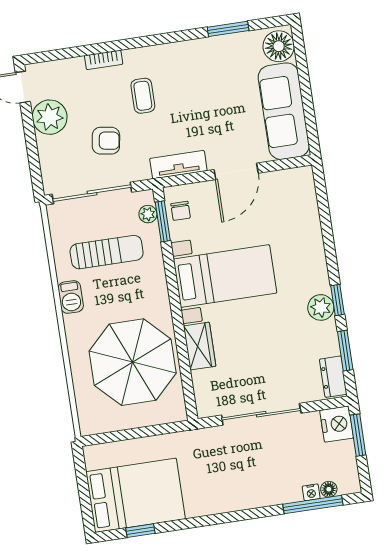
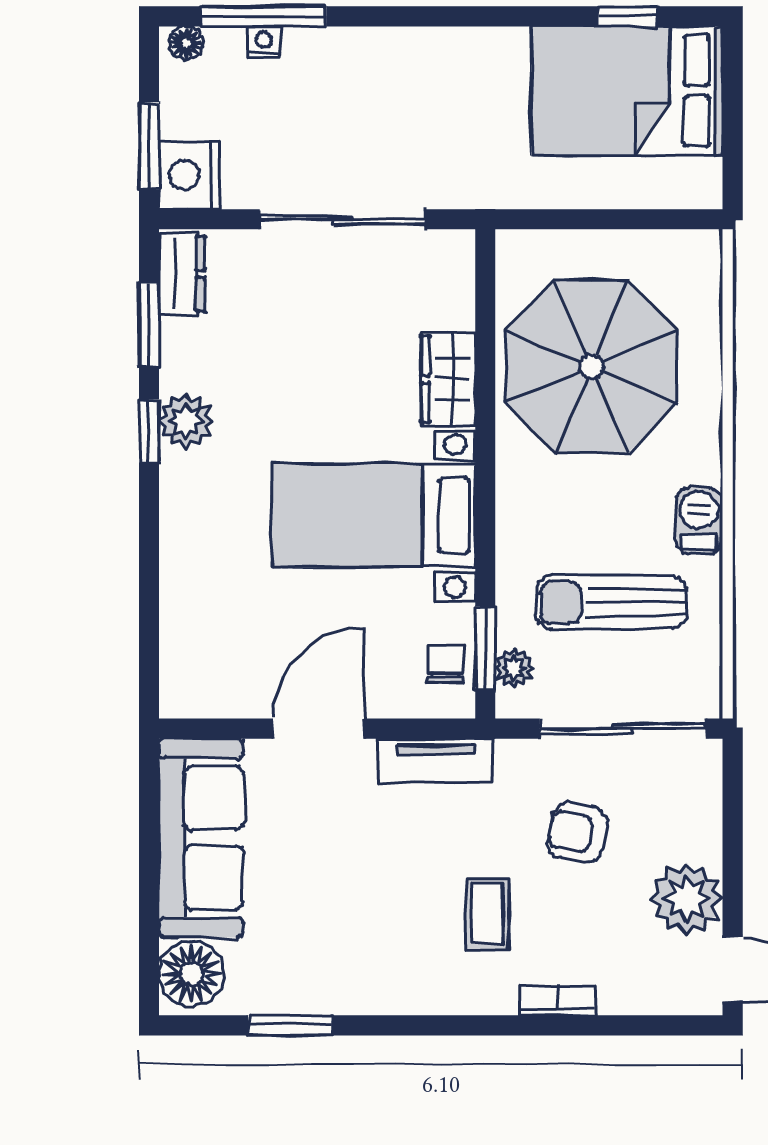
floor lamp: (329, 489) -> (186, 43), moved

